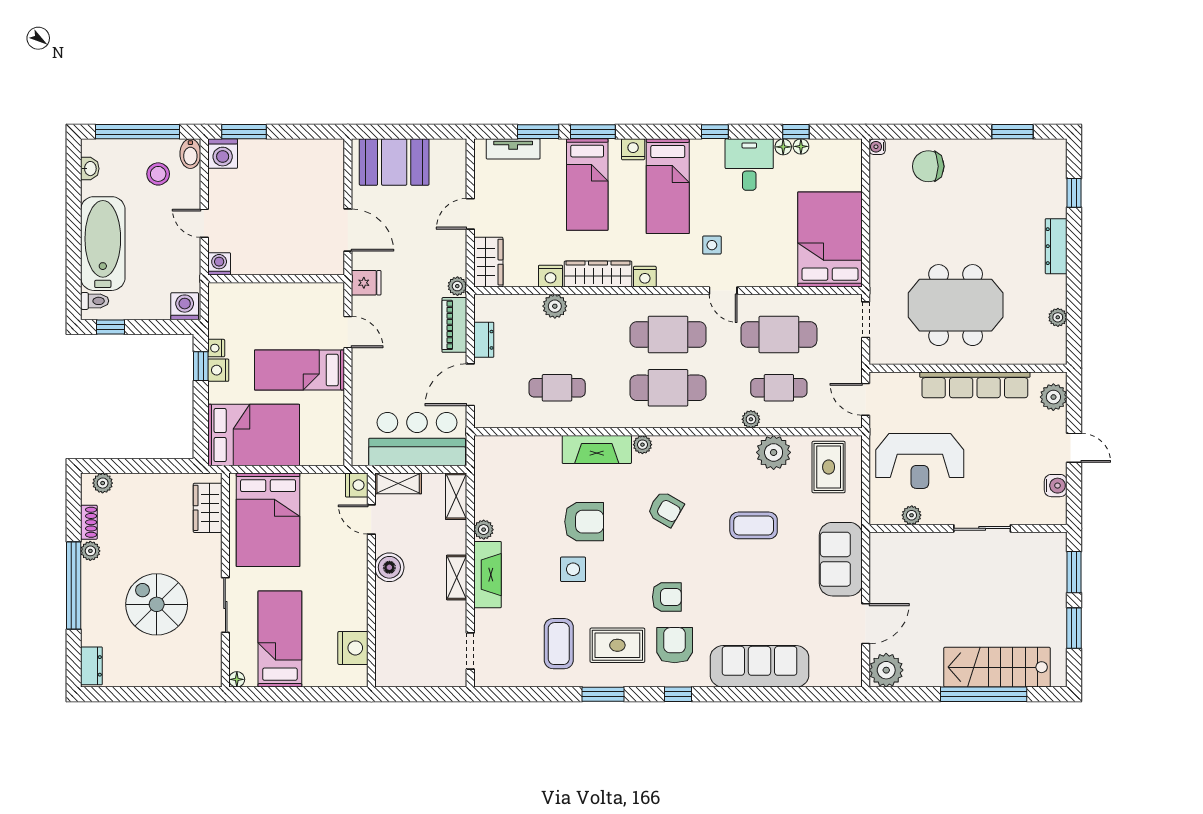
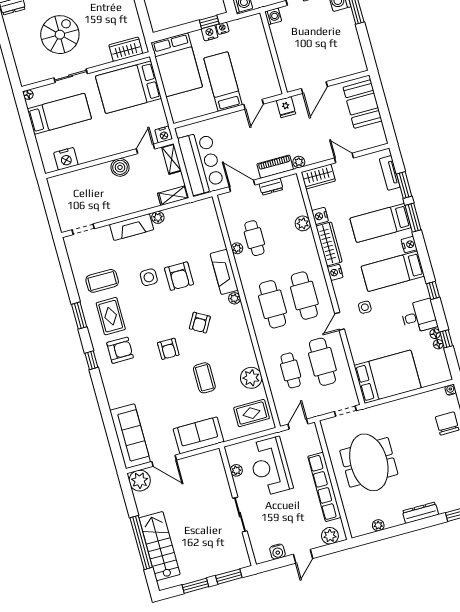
plant: (751, 419) -> (237, 248), moved
shelving: (457, 577) -> (125, 209), removed
armchair: (667, 597) -> (168, 349), moved
sofa: (760, 666) -> (130, 436), moved

